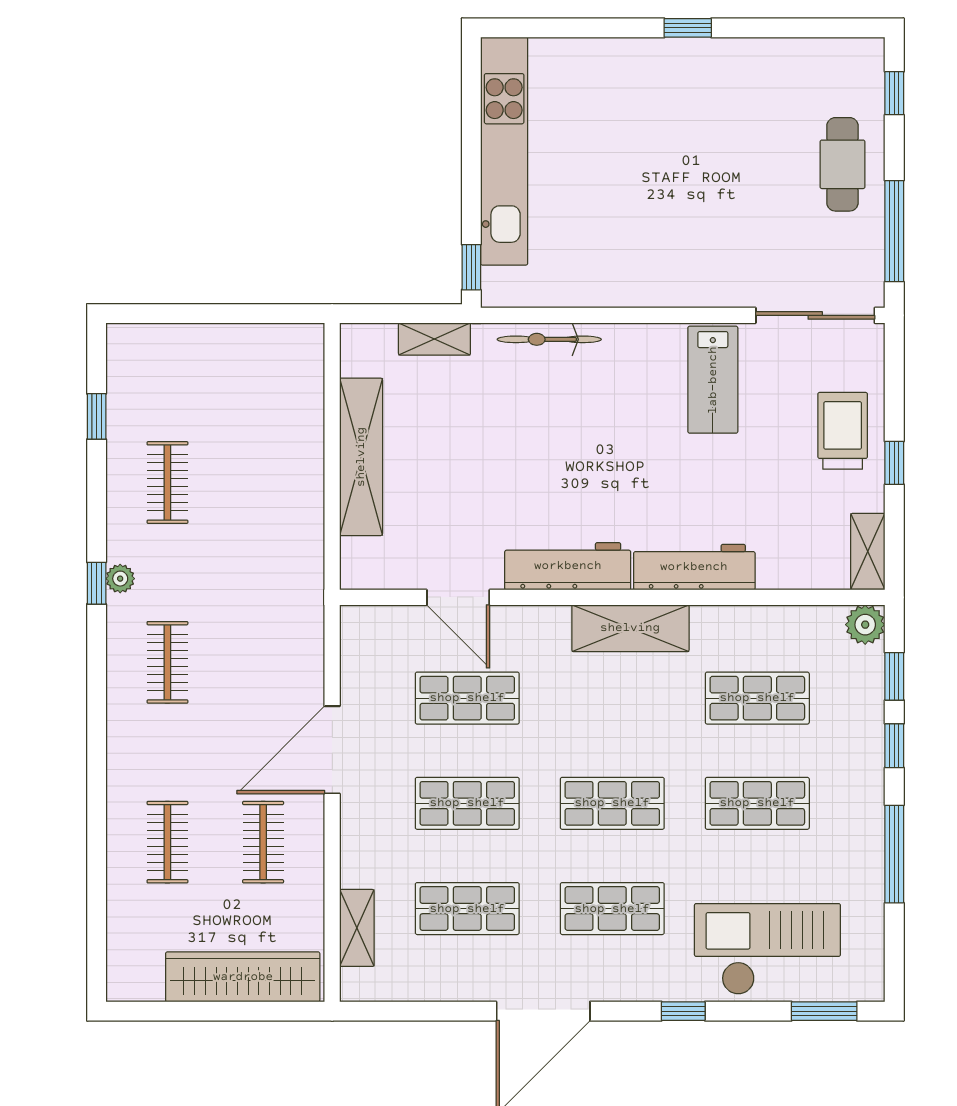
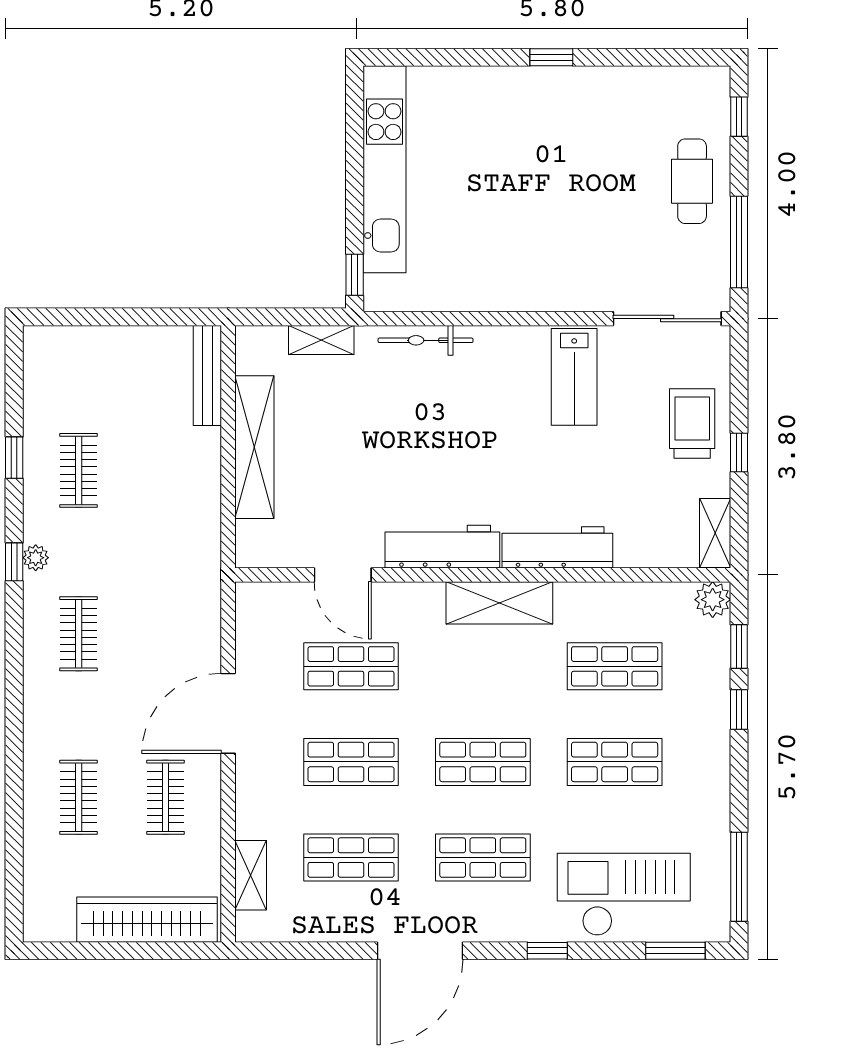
bench: (309, 378) -> (207, 375), added
window: (97, 416) -> (14, 458), moved
window: (894, 854) -> (739, 877), moved

